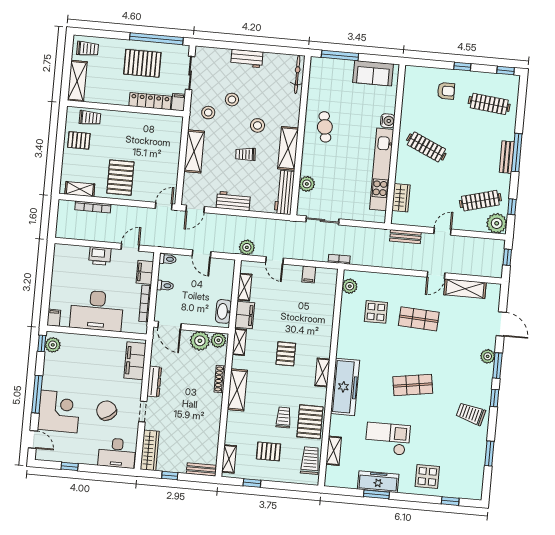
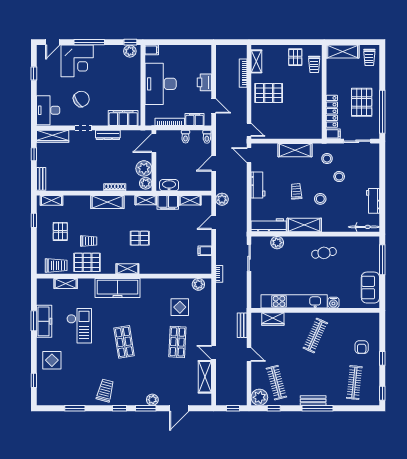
workbench: (247, 58) -> (373, 201), moved

